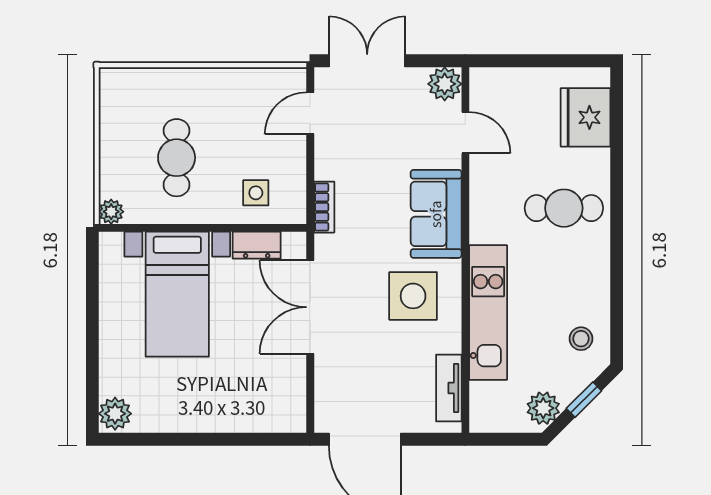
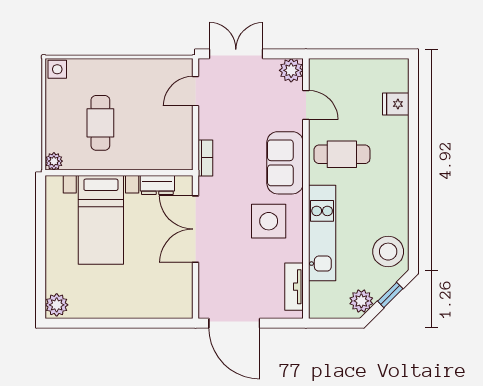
fridge: (585, 117) -> (396, 104), width x0.53, depth x0.75
side table: (256, 193) -> (57, 69), moved
cafe table: (564, 208) -> (342, 154), moved
stool: (581, 339) -> (388, 252), width x1.89, depth x1.89

